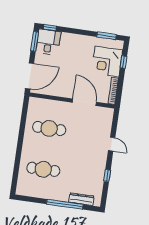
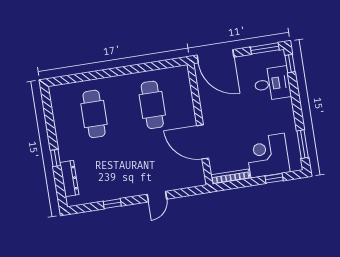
desk: (48, 42) -> (272, 84), moved
door: (84, 102) -> (203, 142), swing flipped
window: (65, 204) -> (56, 158), width x0.32

